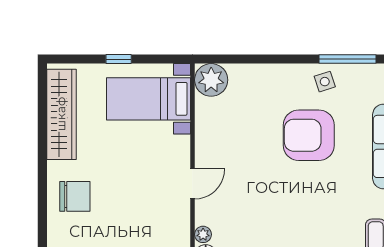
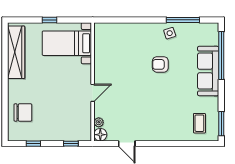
plant: (211, 80) -> (103, 32), removed
armchair: (309, 135) -> (160, 64), width x0.53, depth x0.53
chair: (75, 196) -> (23, 113), moved

